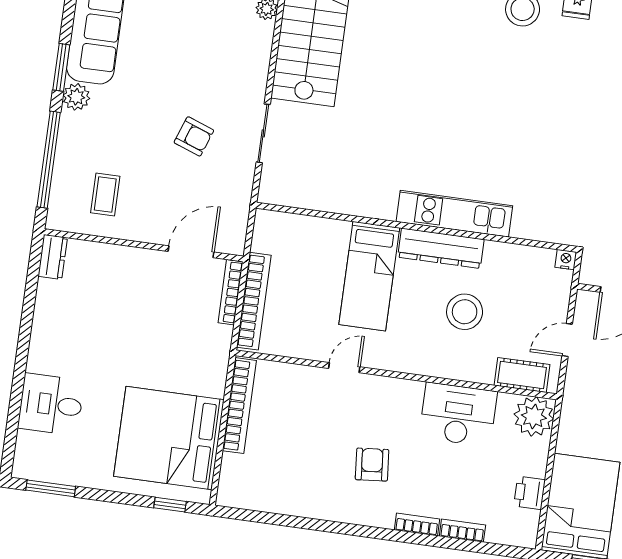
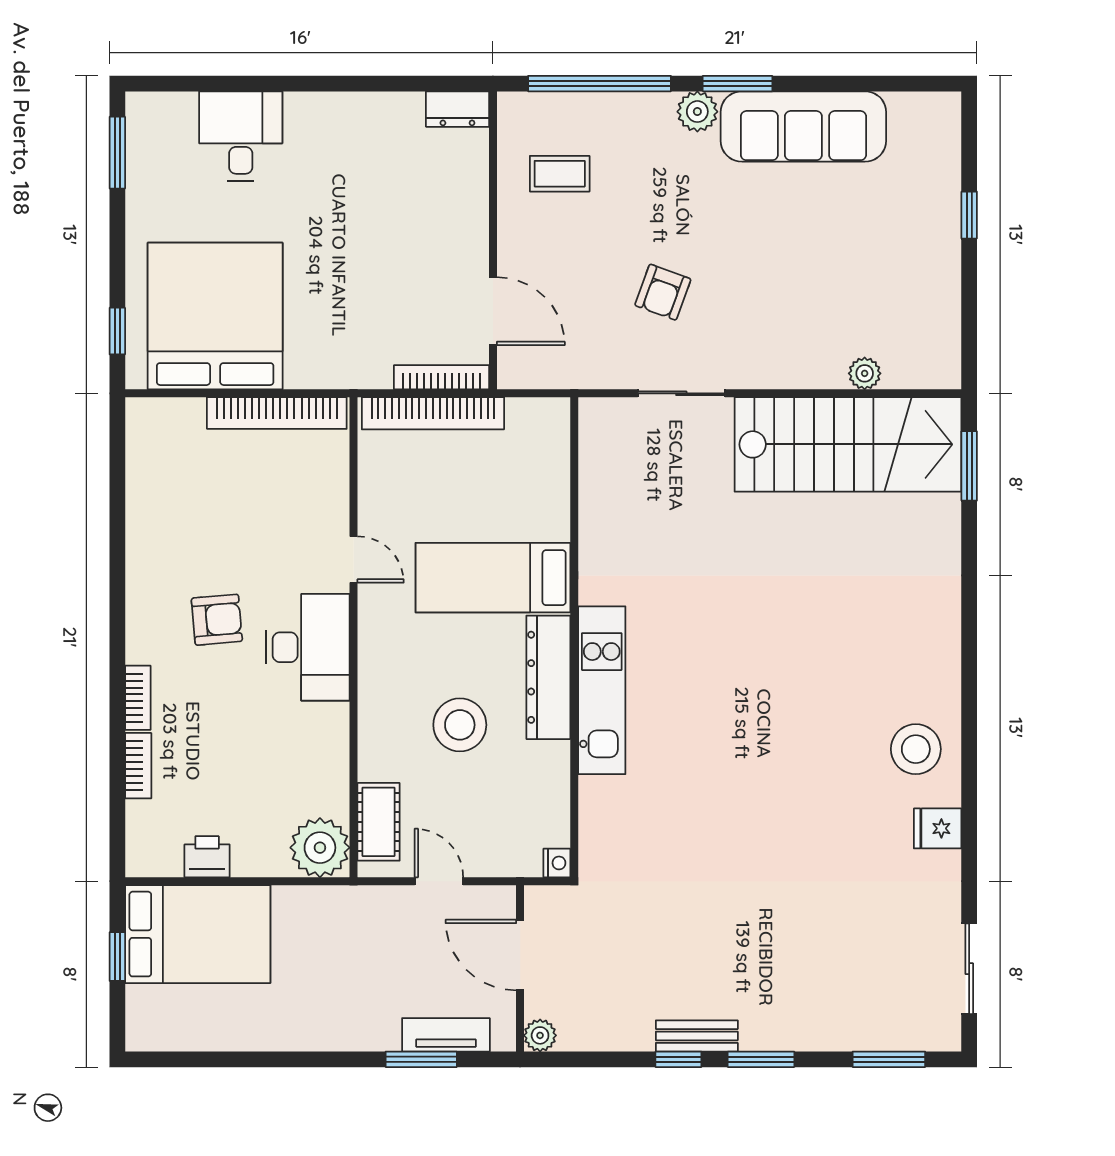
desk: (458, 414) -> (308, 647), moved

